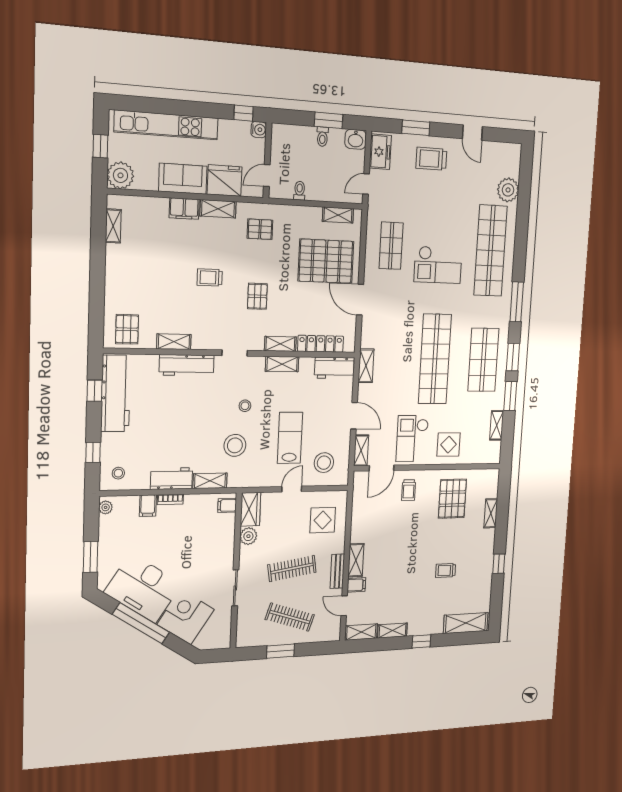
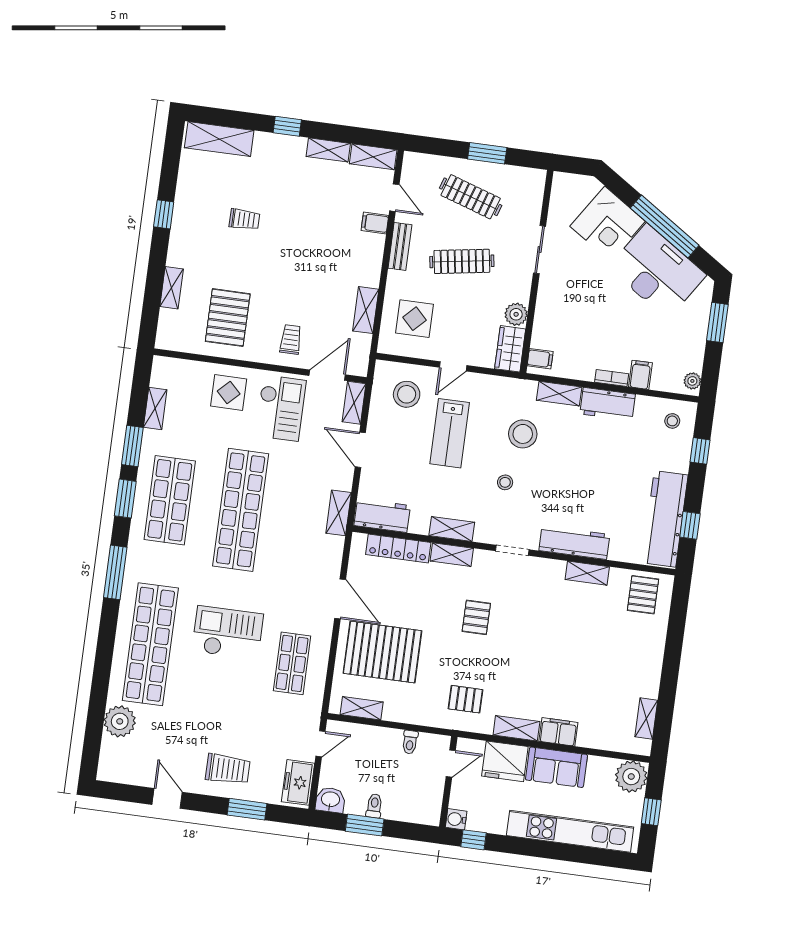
trolley: (210, 277) -> (535, 646), removed
shelving: (356, 560) -> (366, 310), moved

